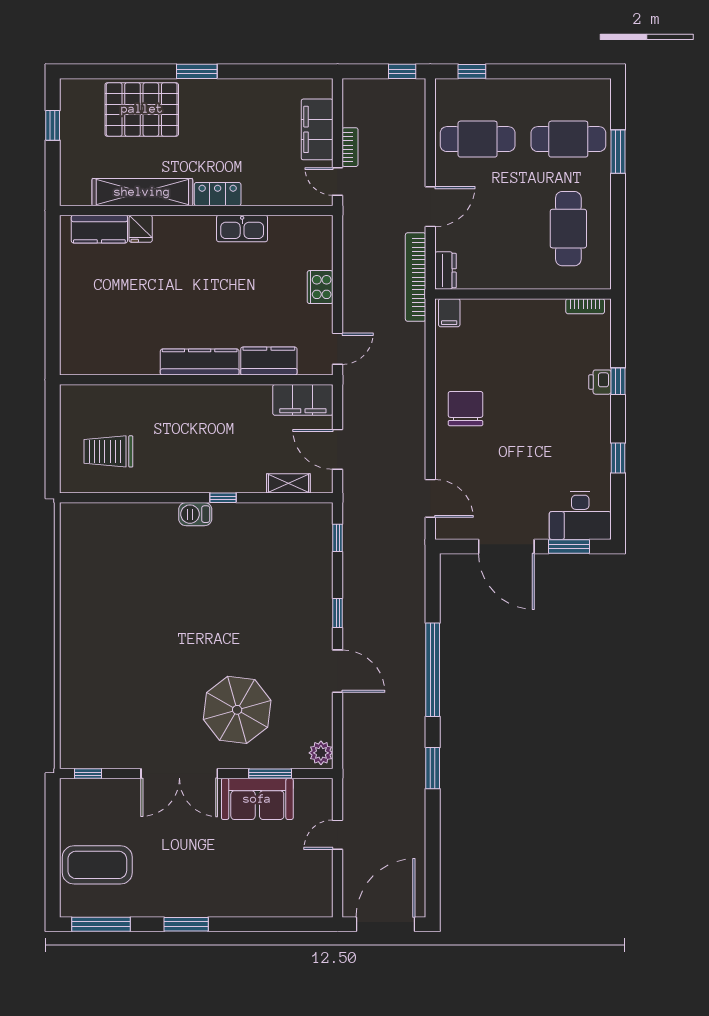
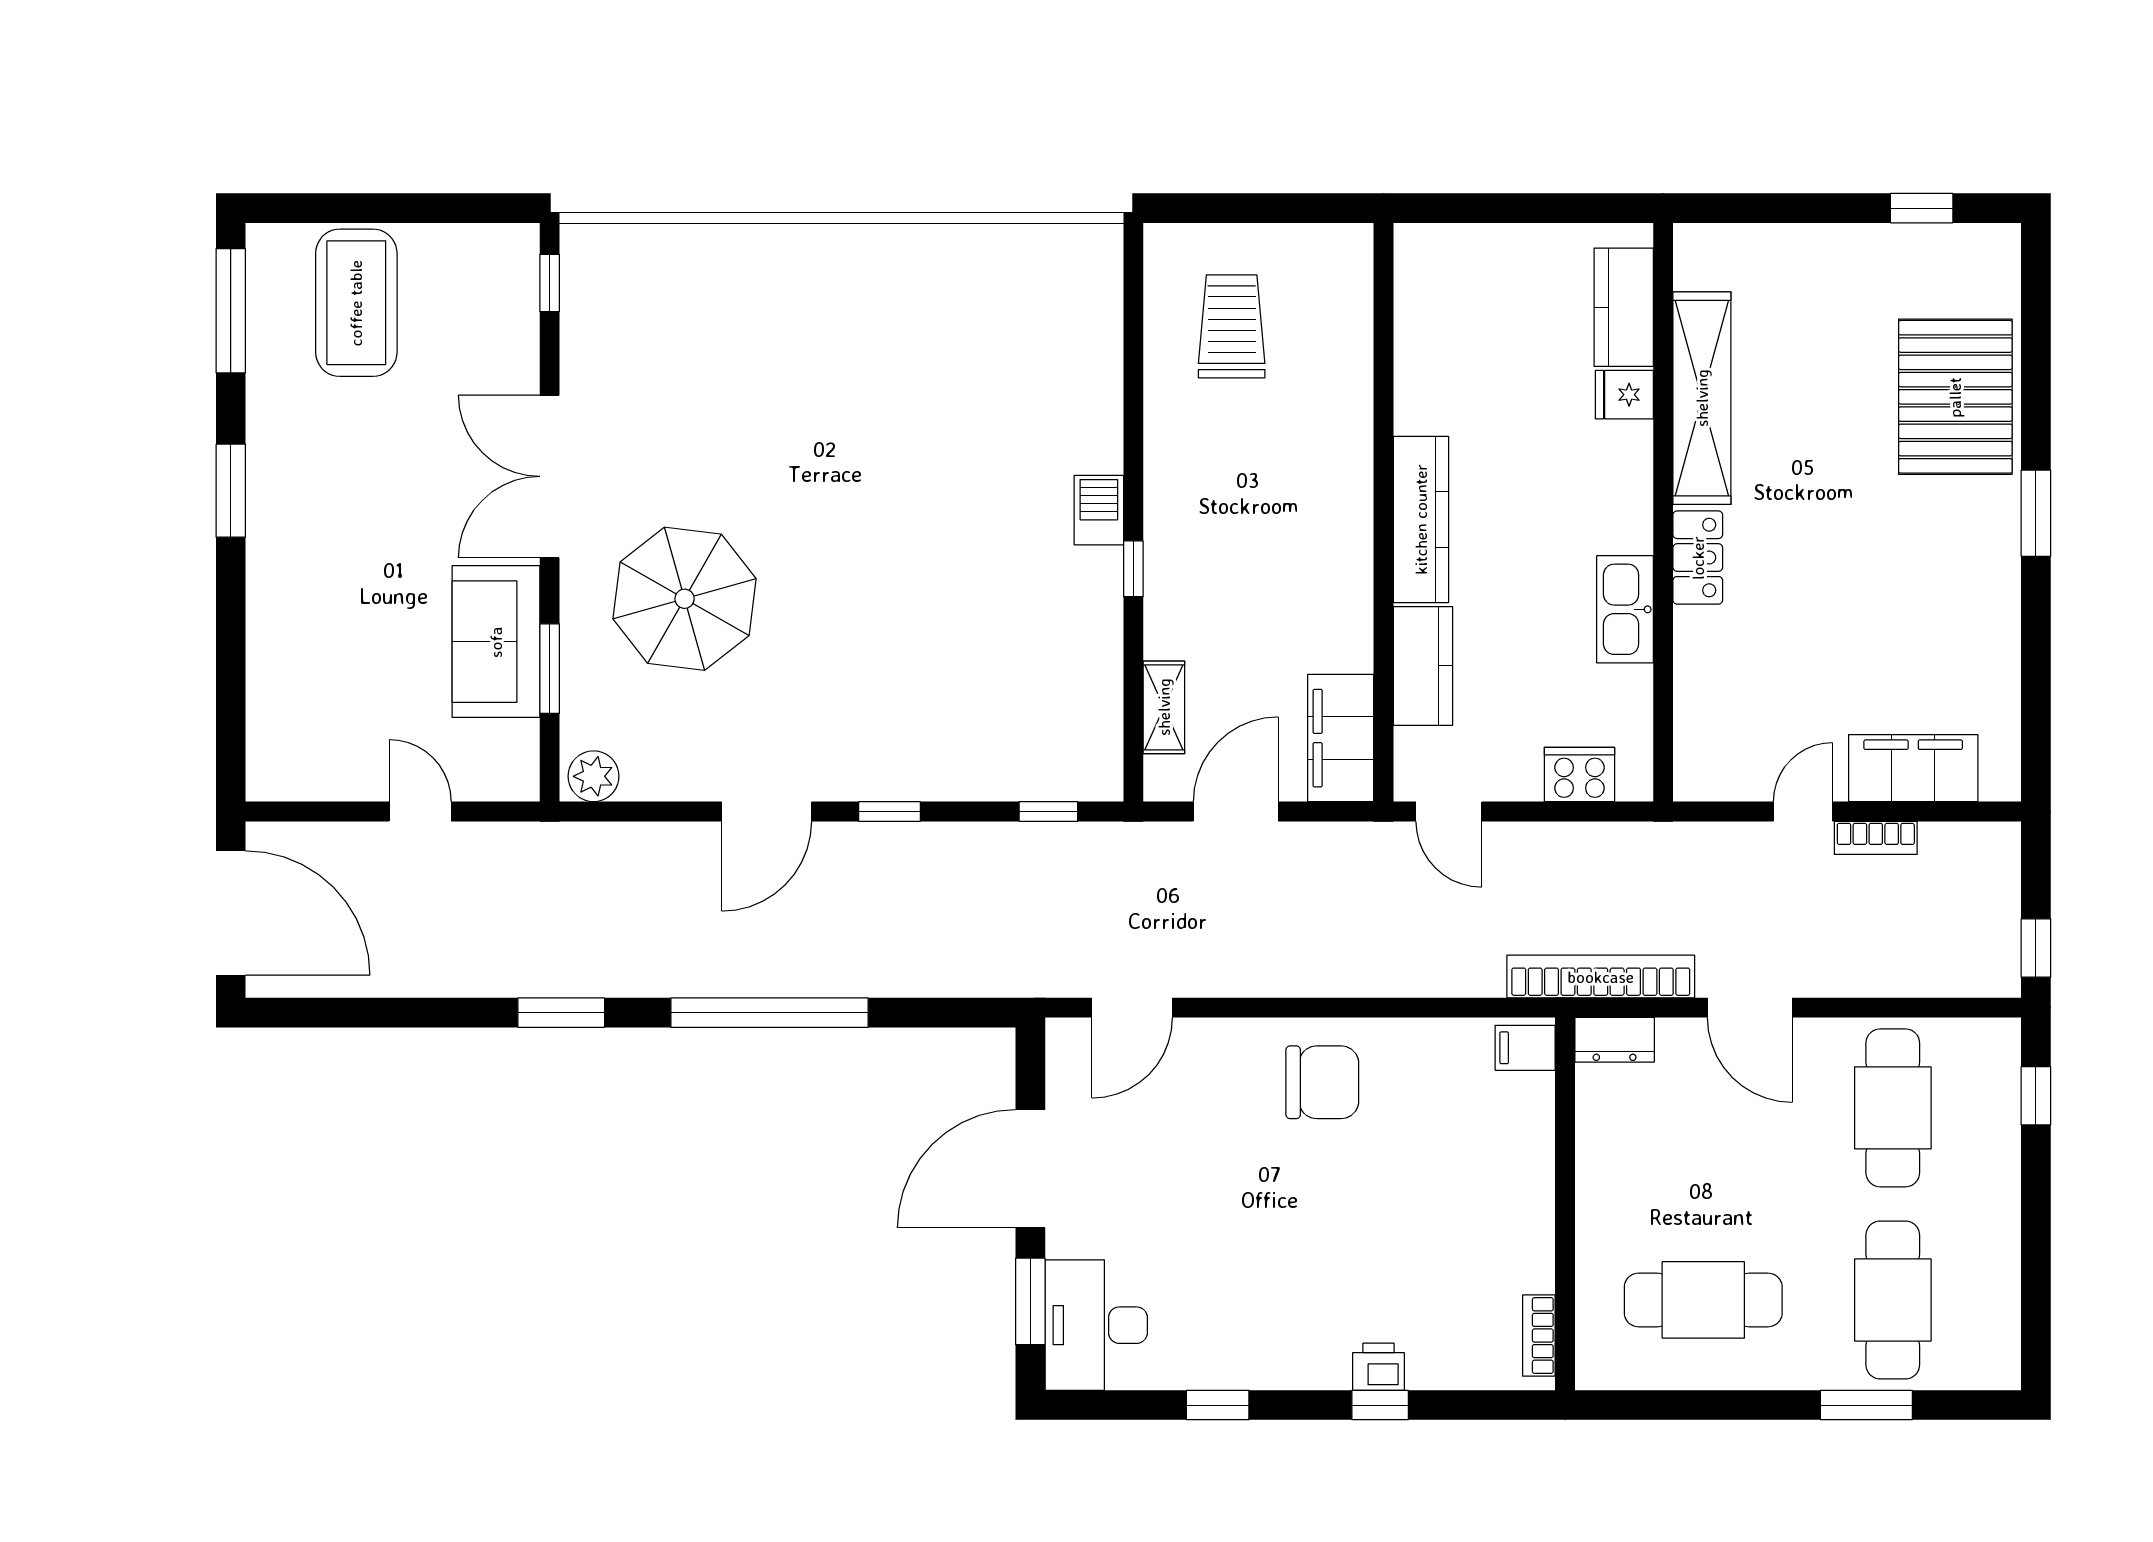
shelving: (142, 192) -> (1702, 398), moved
locker: (218, 194) -> (1698, 558), moved
wall: (196, 210) -> (1663, 512), moved
kitchen sink: (242, 228) -> (1625, 609), moved
kitchen counter: (99, 229) -> (1624, 307), moved
fridge: (141, 229) -> (1624, 395), moved

